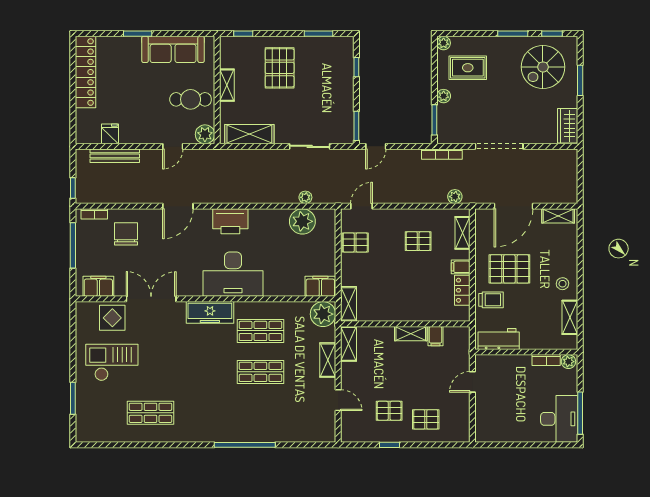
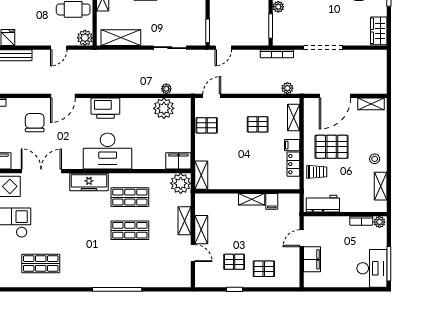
chair: (126, 234) -> (35, 123), moved
shelving: (349, 344) -> (201, 230), moved
filing cabinet: (485, 408) -> (312, 259), added

